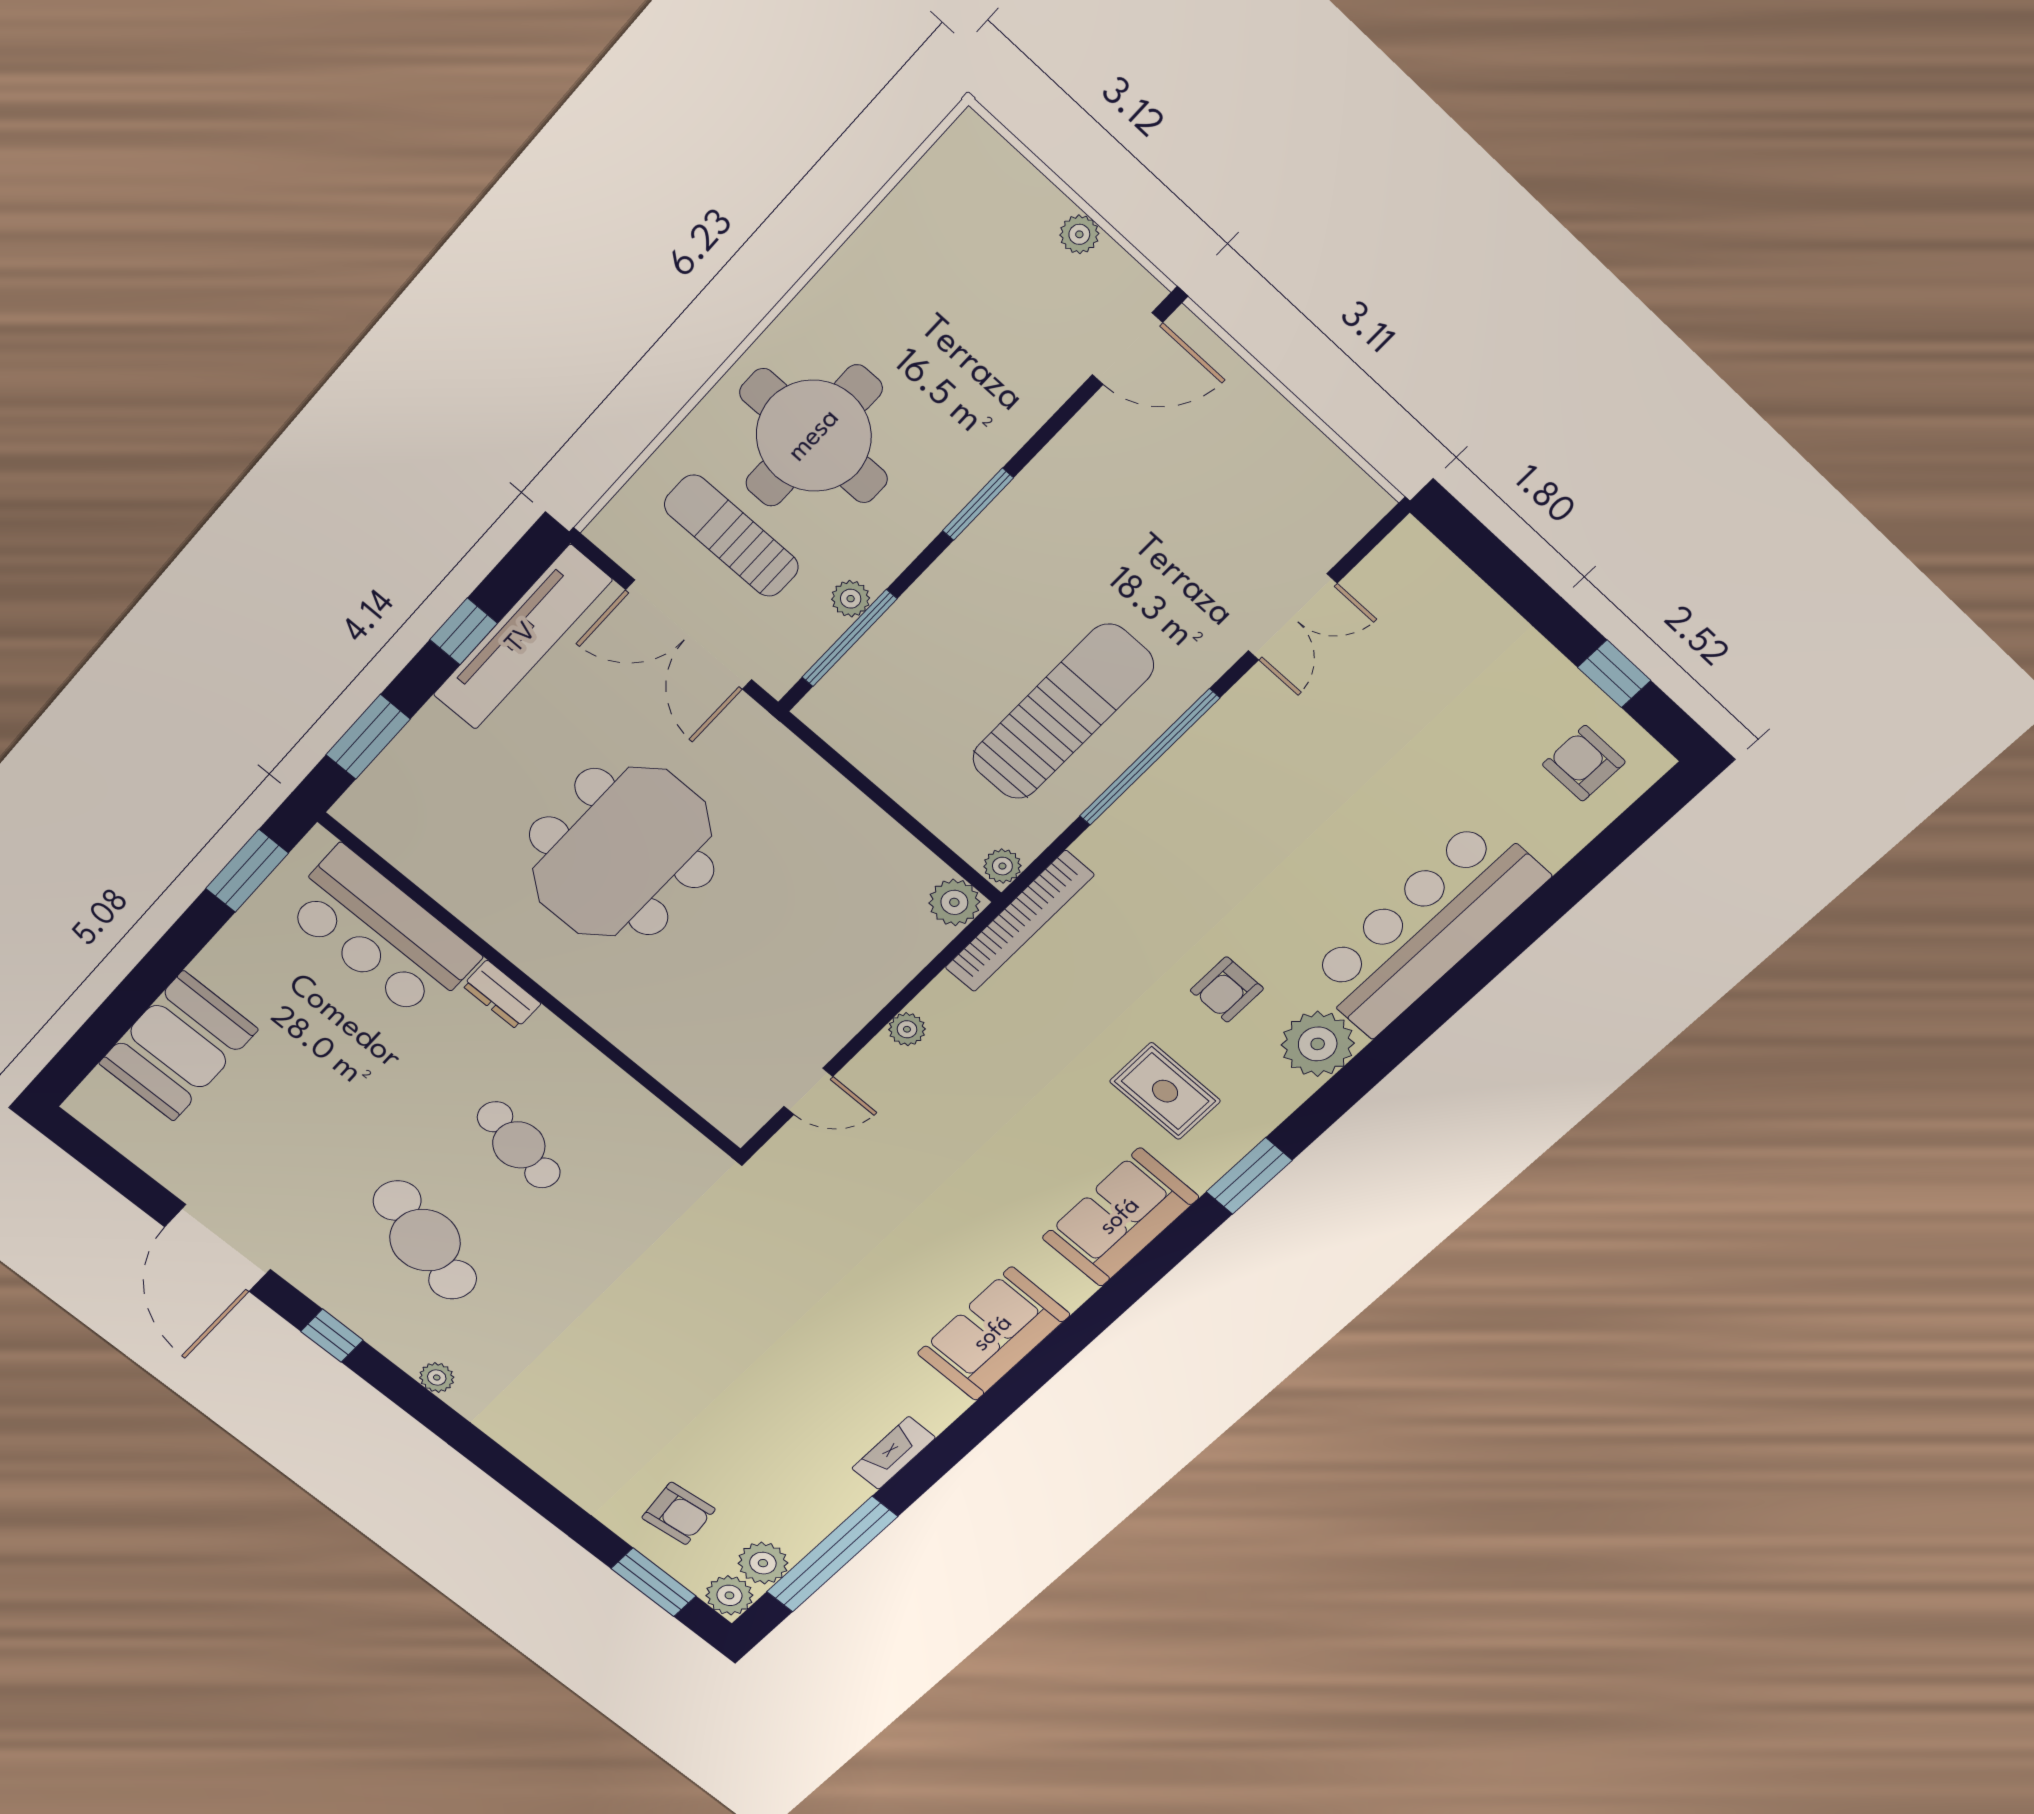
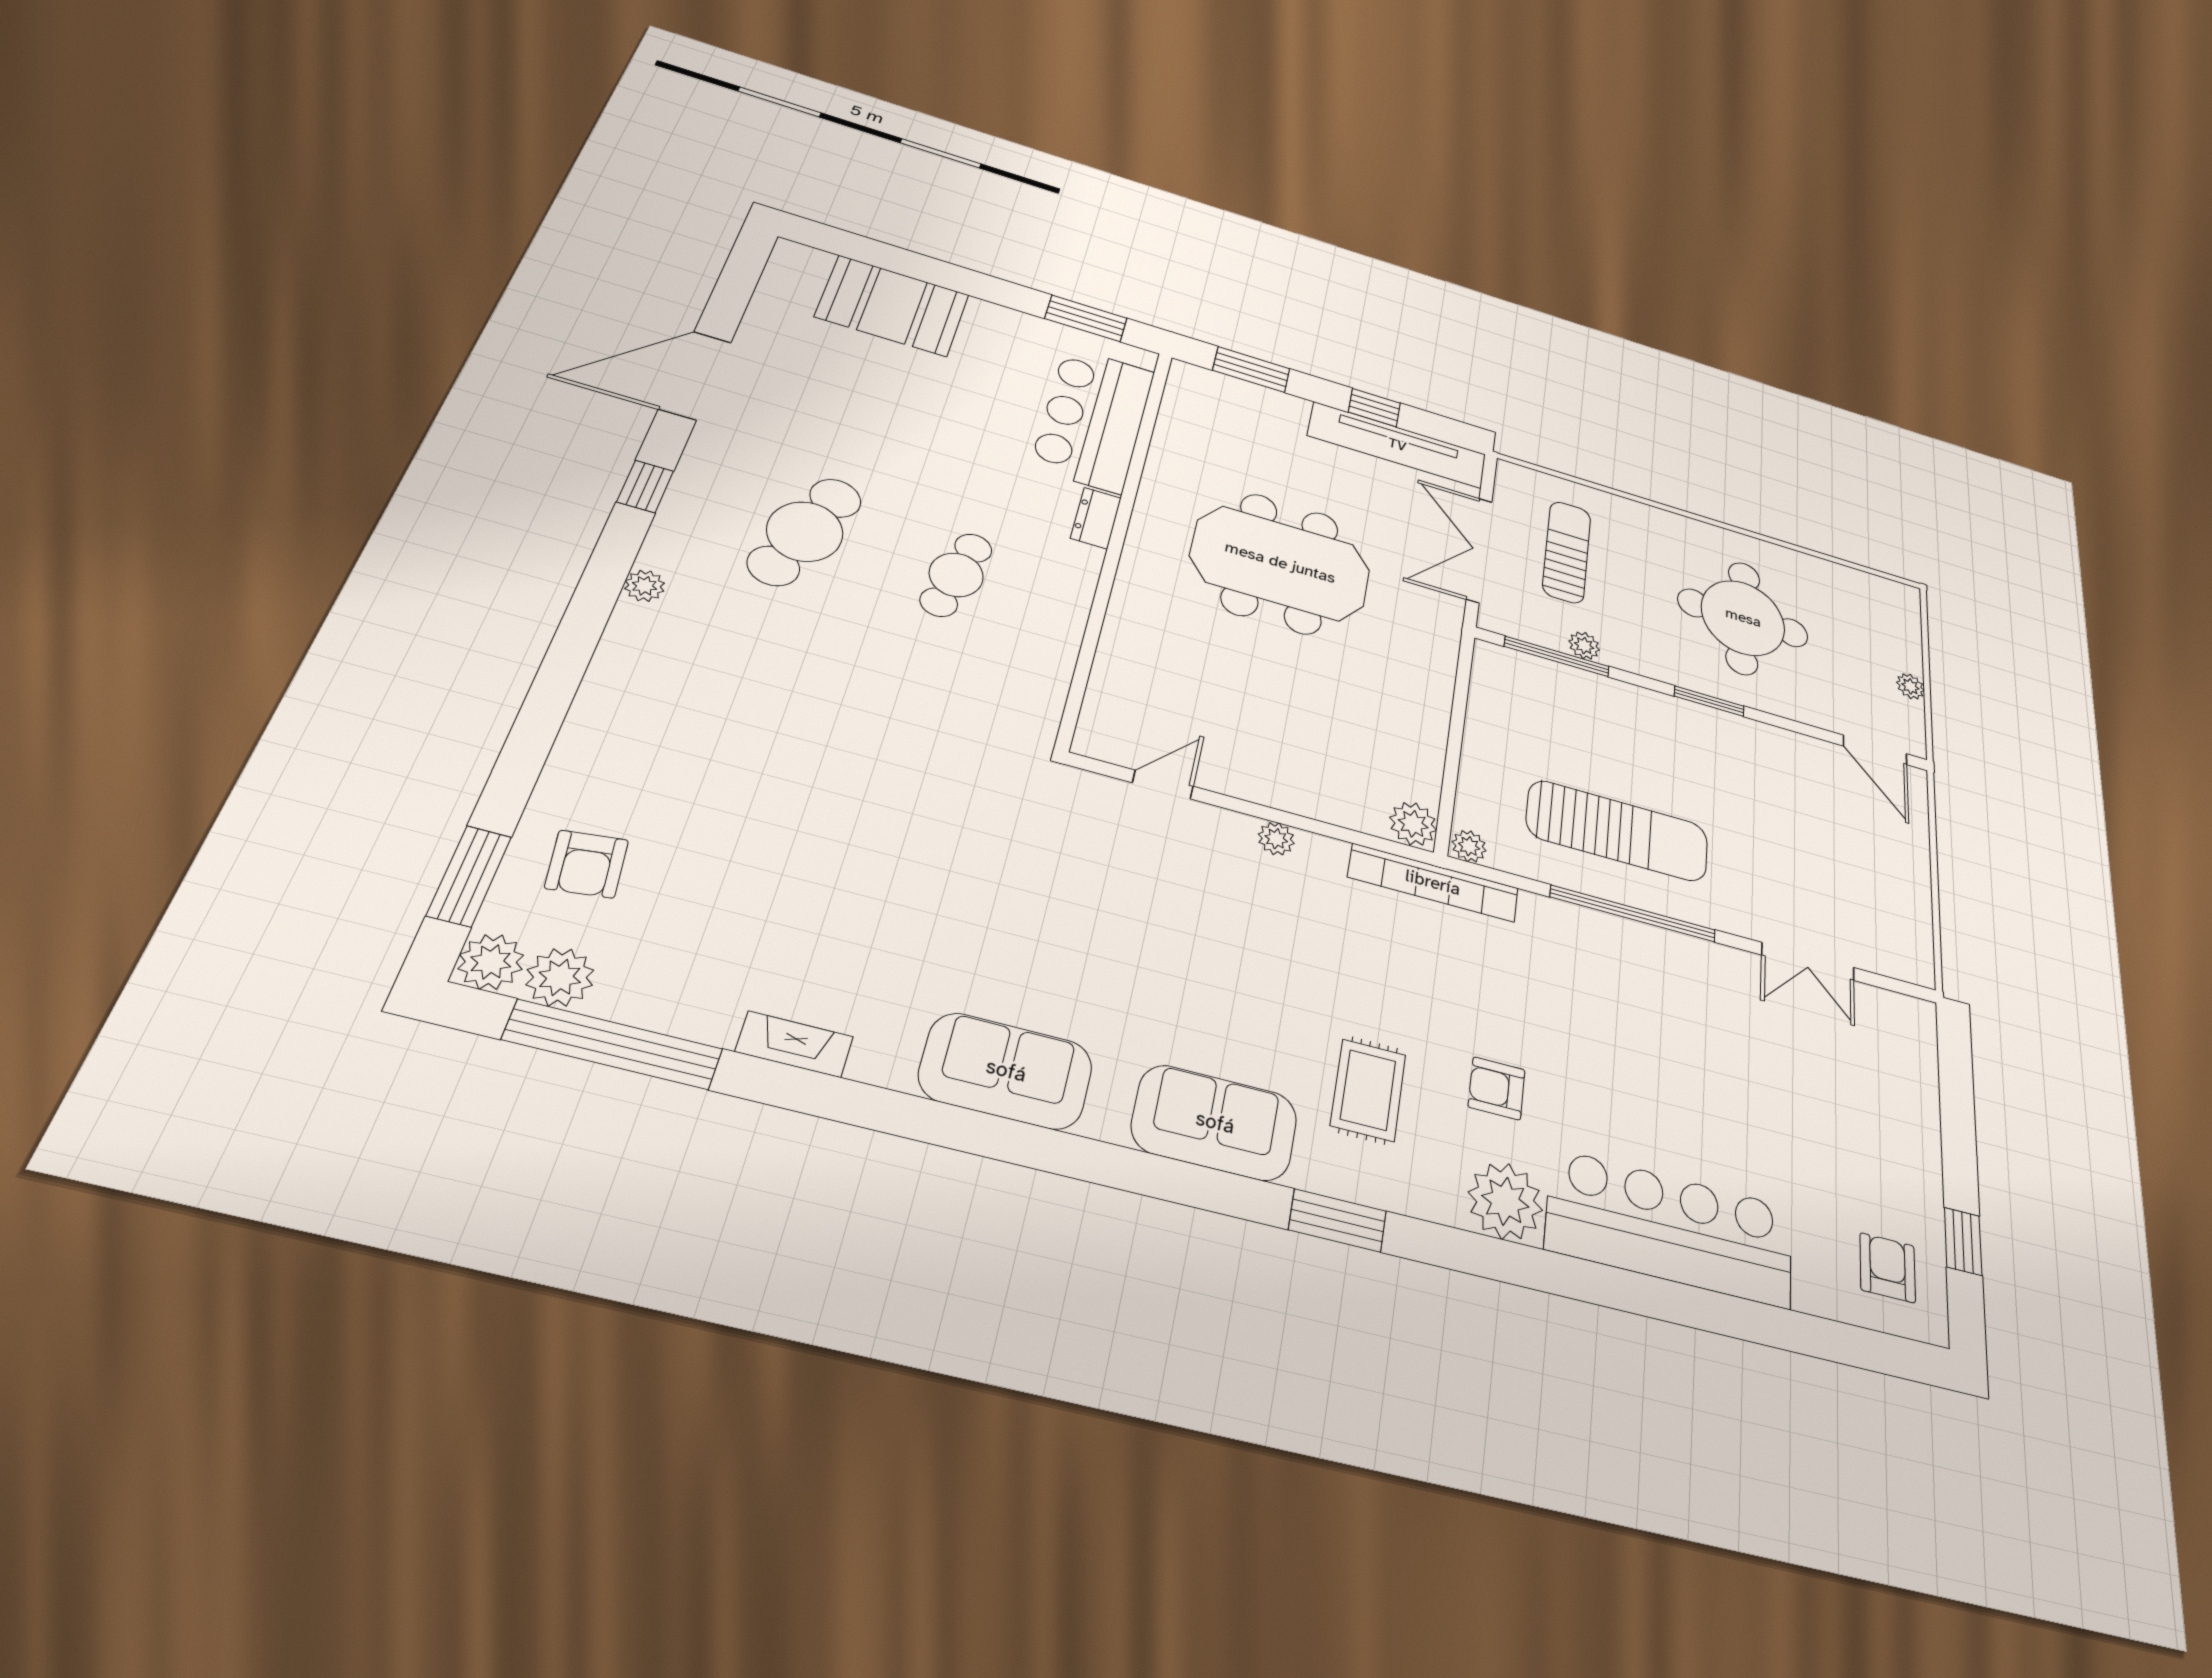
round table: (814, 436) -> (1743, 618), moved
door: (808, 1091) -> (1163, 785), swing flipped

